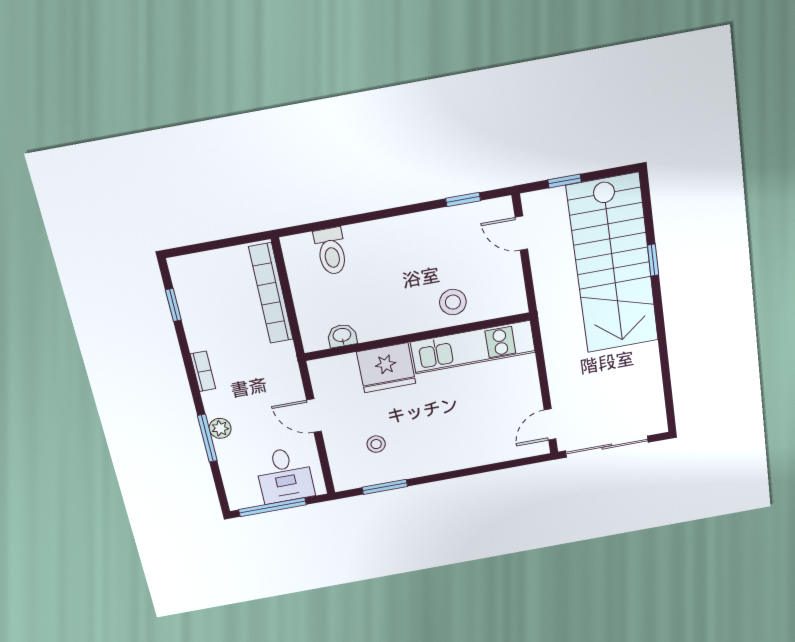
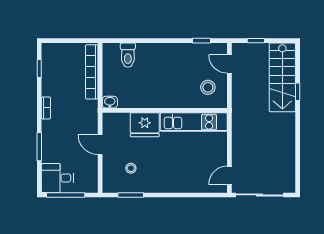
stairs: (613, 264) -> (282, 77), width x0.73, depth x0.66
stool: (453, 302) -> (208, 87), moved
washbasin: (342, 336) -> (110, 102), moved
plant: (220, 428) -> (47, 142), removed
desk: (285, 475) -> (57, 178), moved, turned 90

